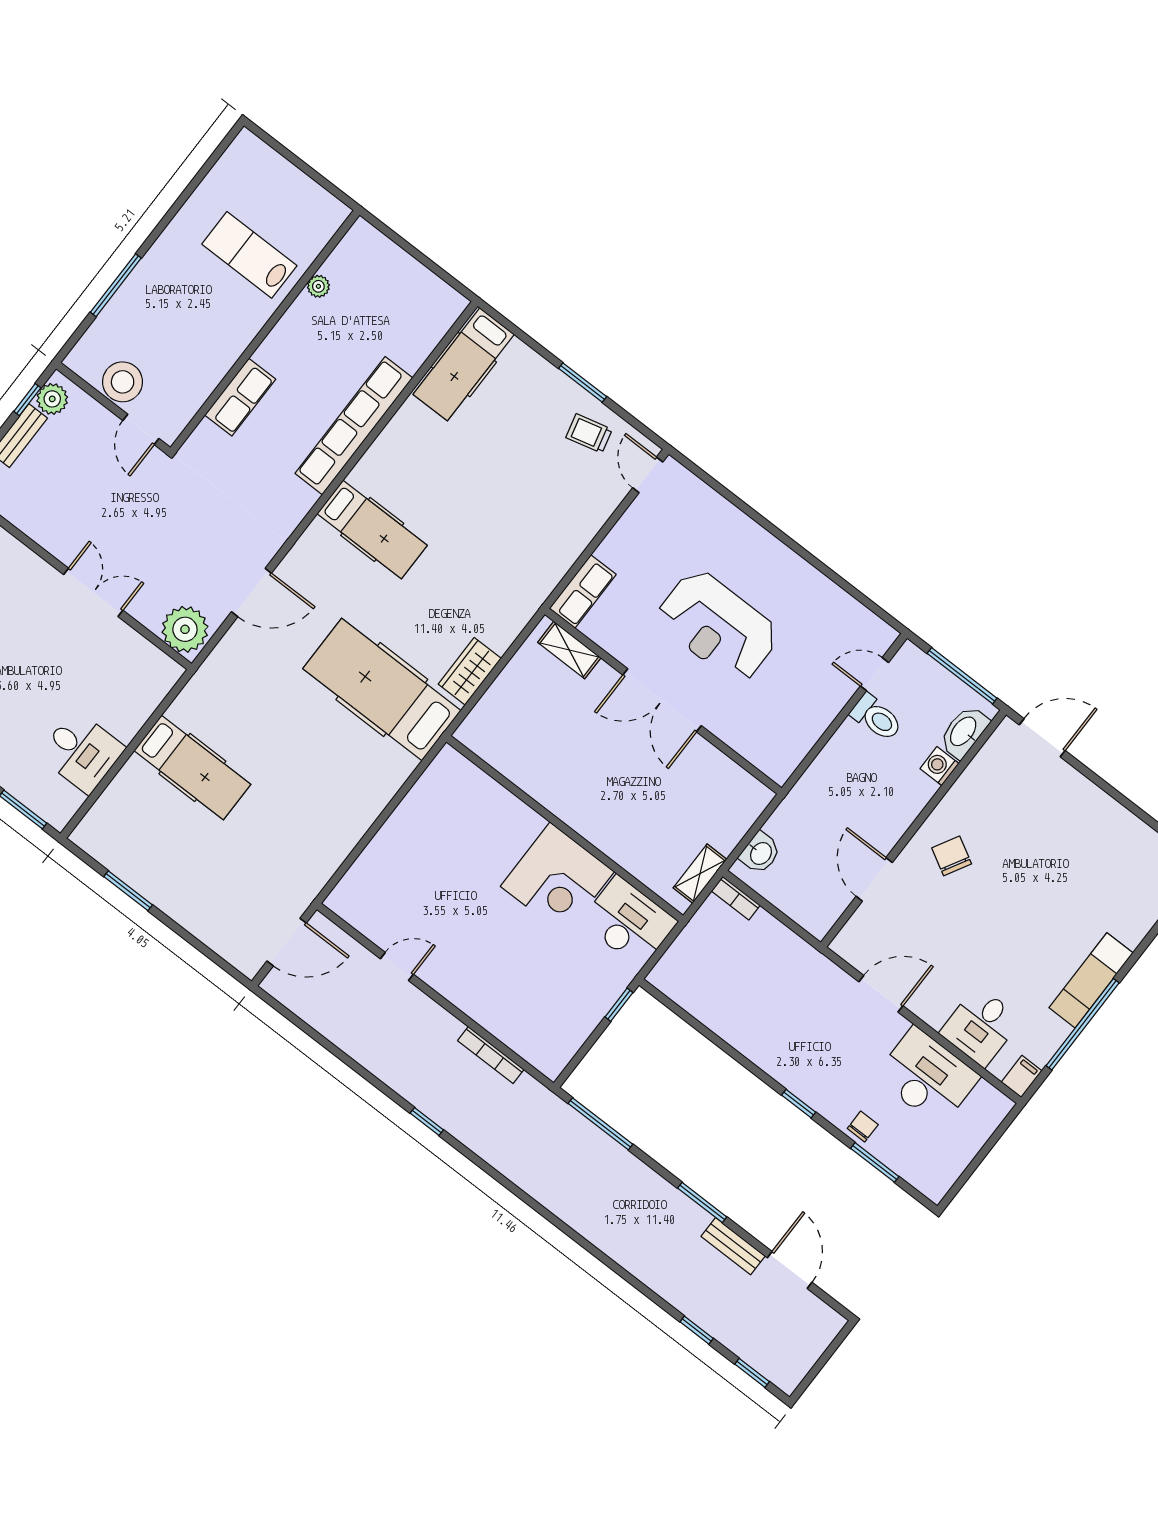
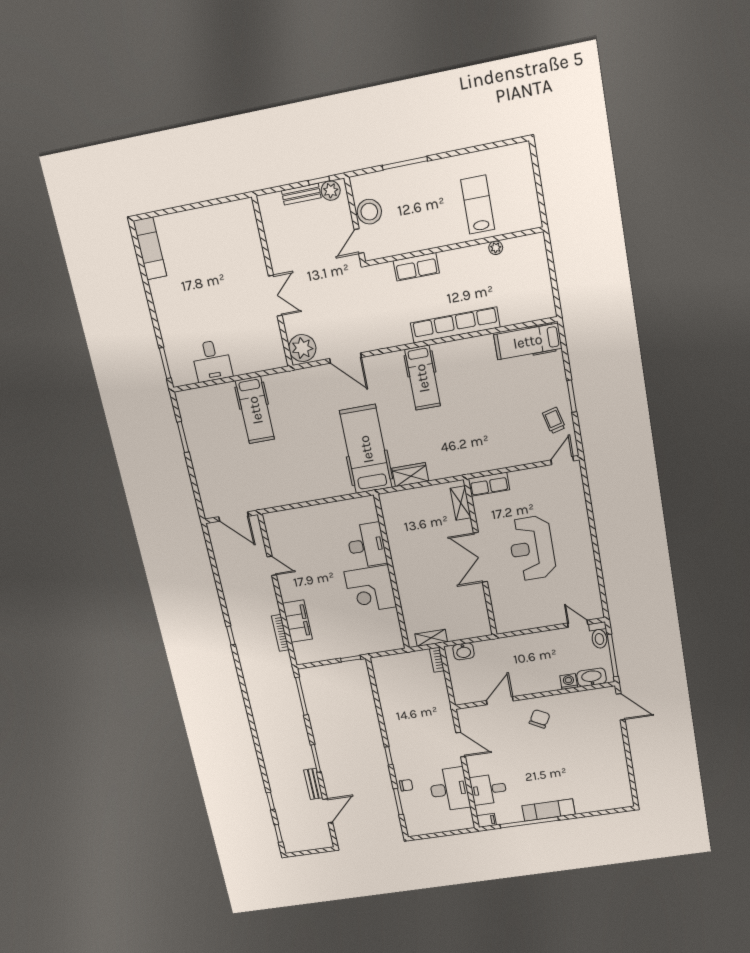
toilet: (876, 718) -> (599, 635), moved
desk: (629, 922) -> (367, 545), moved
filing cabinet: (499, 1016) -> (297, 621), added

